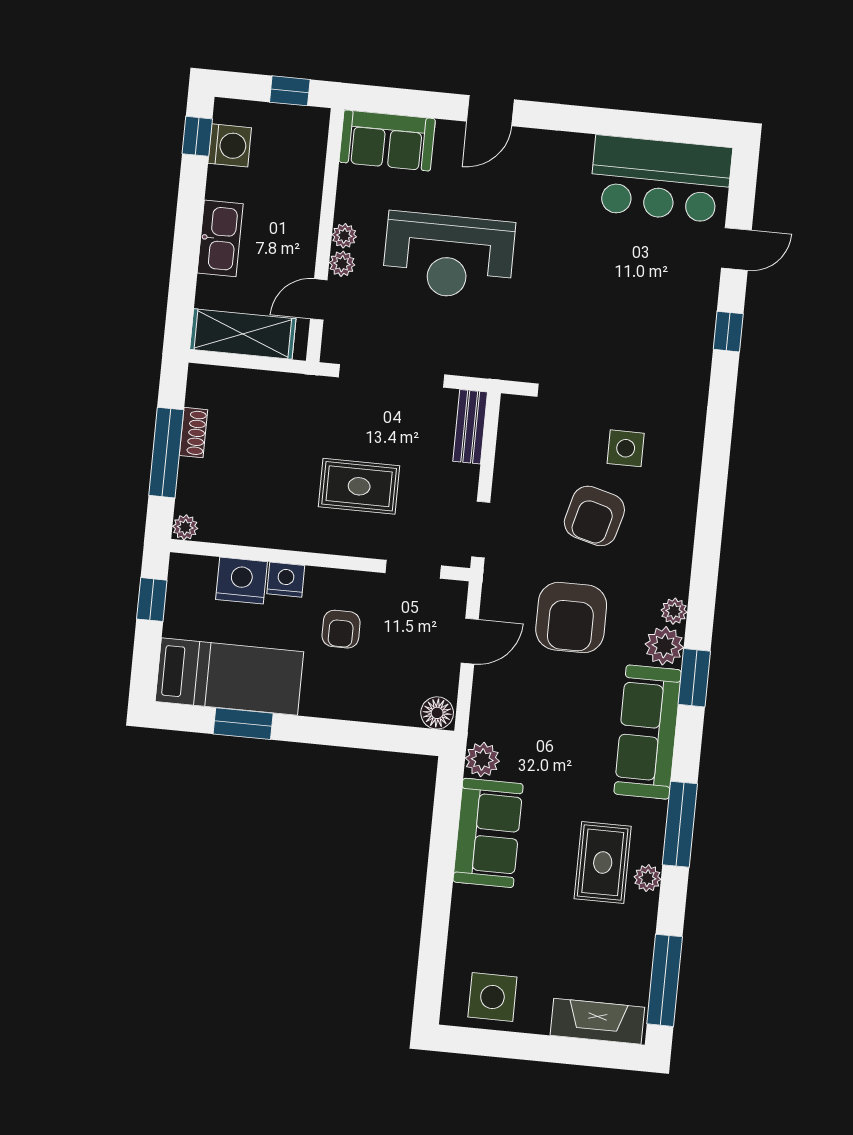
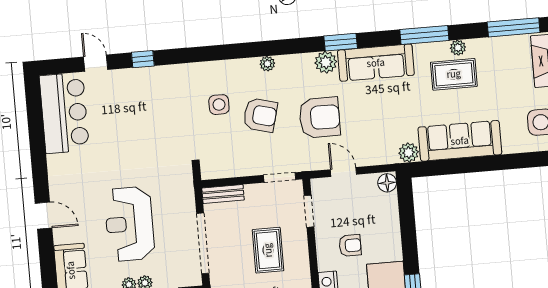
reception desk: (449, 256) -> (129, 224), turned 180
plant: (674, 611) -> (267, 64), moved
sofa: (488, 833) -> (460, 141), width x1.36

